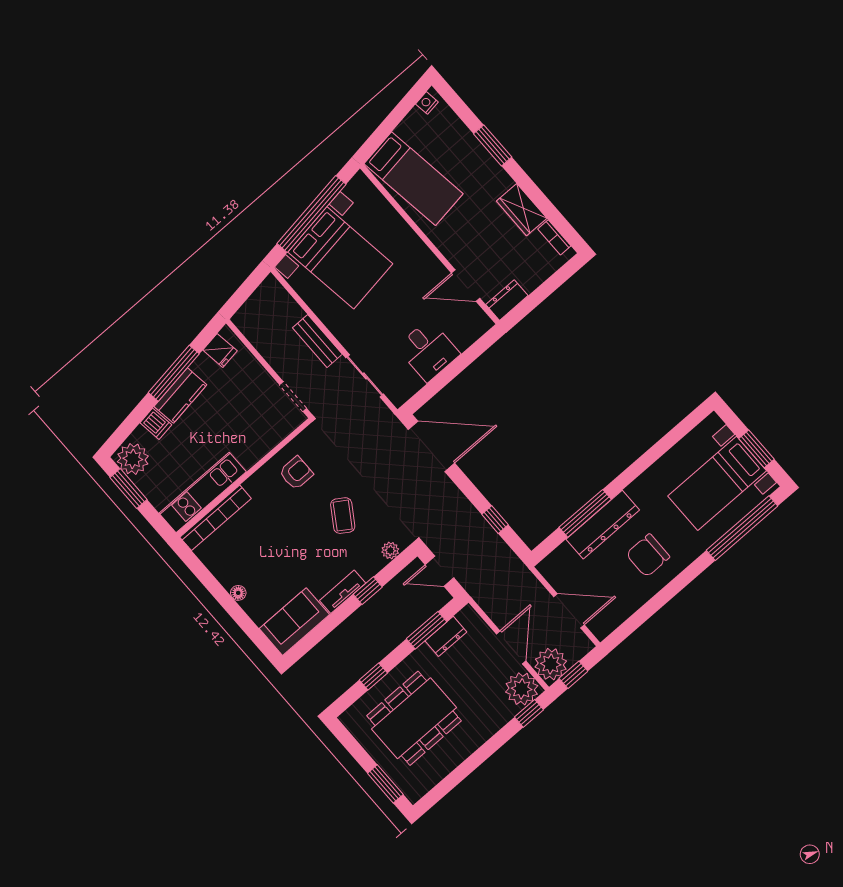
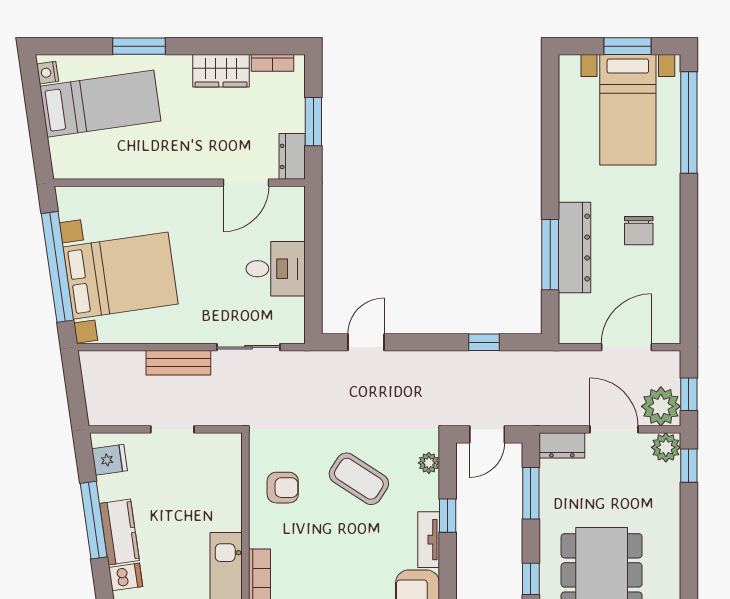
bed: (414, 179) -> (100, 104), moved
window: (540, 294) -> (313, 122), added
doorway: (293, 397) -> (172, 429), moved
door: (431, 446) -> (366, 342), width x0.53
armchair: (296, 473) -> (283, 488), turned 90
coffee table: (343, 516) -> (359, 479), width x1.36, depth x1.30
chair: (648, 555) -> (639, 231), width x0.73, depth x0.73
dresser: (446, 636) -> (562, 445), moved, turned 90
plant: (522, 689) -> (666, 447), width x0.73, depth x0.73

